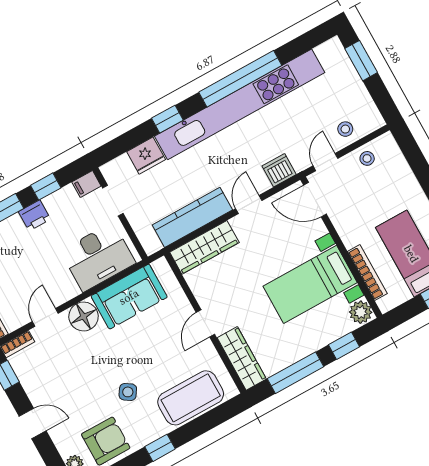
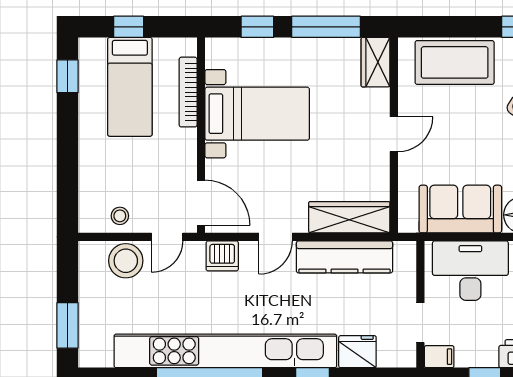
stool: (345, 129) -> (126, 261), width x1.89, depth x1.89
plant: (361, 312) -> (219, 53), removed
wardrobe: (242, 358) -> (376, 62), width x0.67

